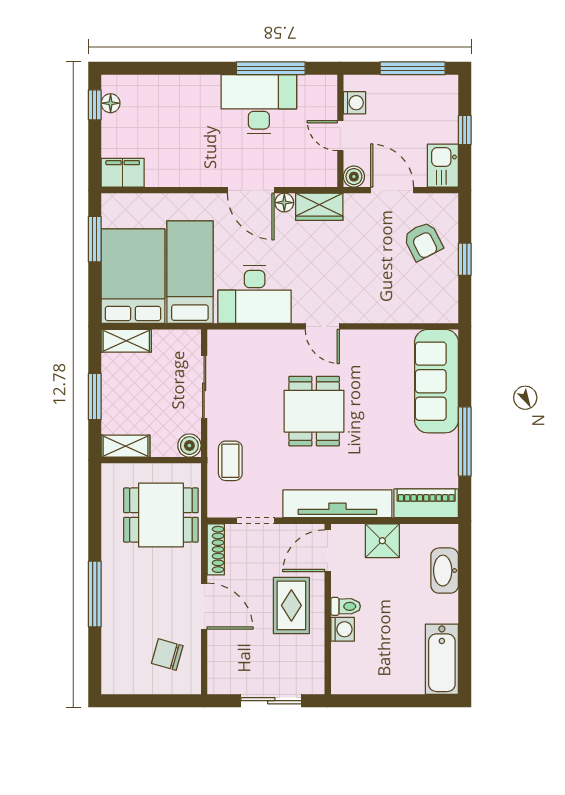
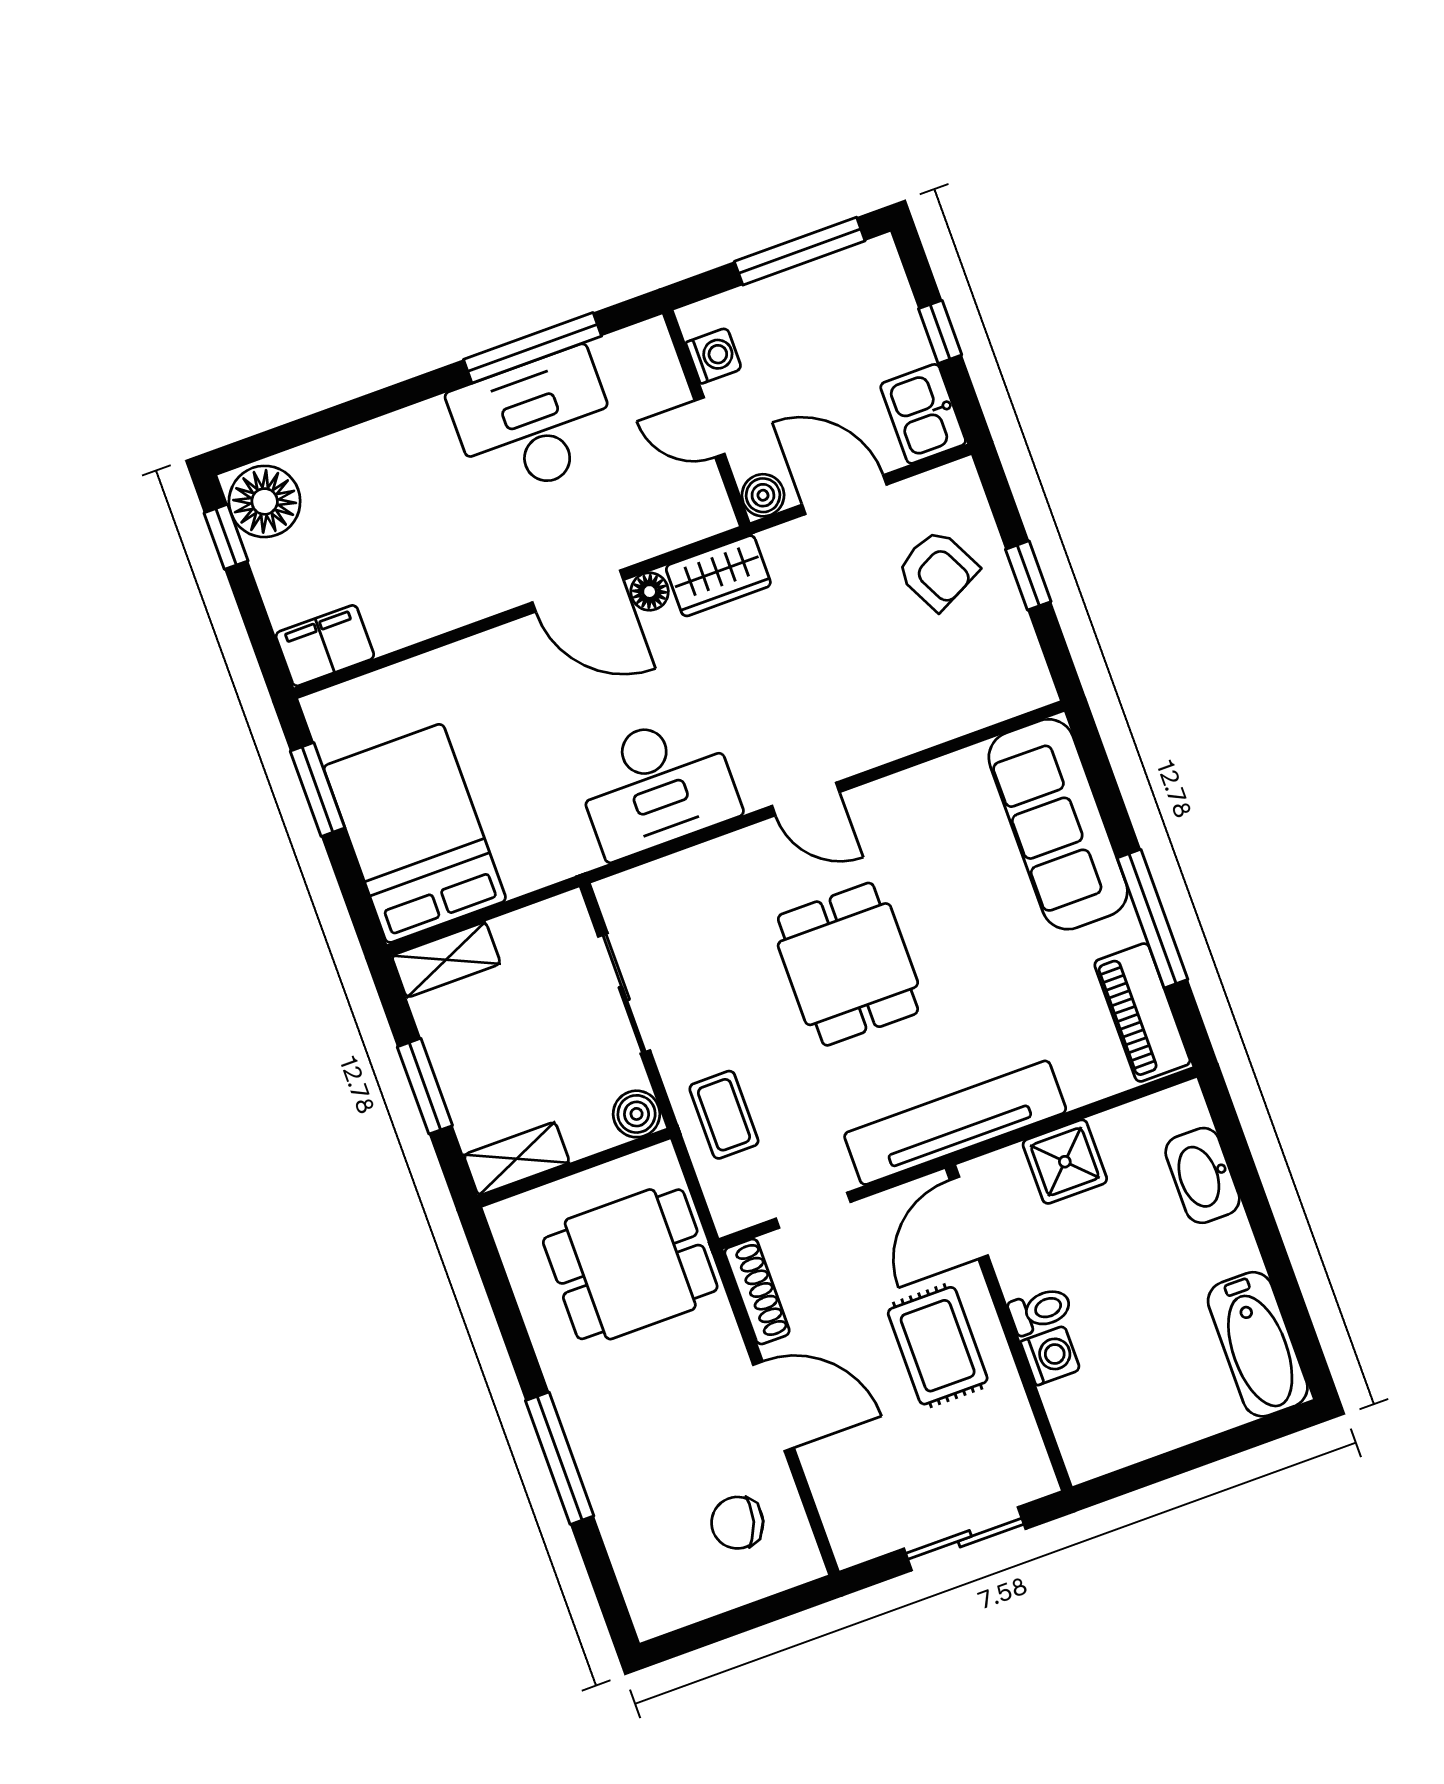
floor lamp: (111, 103) -> (265, 501), width x1.89, depth x1.89
bed: (190, 272) -> (519, 787), removed
piano: (426, 503) -> (1142, 1013), moved, turned -90

